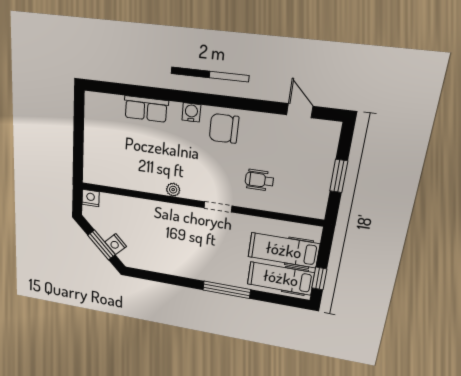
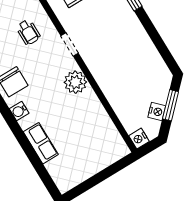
plant: (173, 190) -> (75, 82), width x1.88, depth x1.88
nightstand: (116, 244) -> (157, 112), moved

